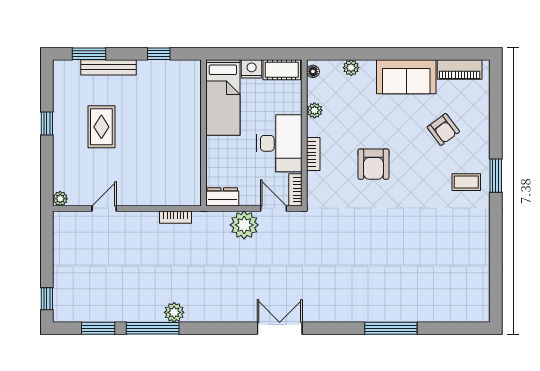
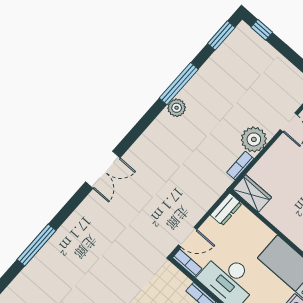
wardrobe: (190, 187) -> (252, 193), added
plant: (244, 225) -> (254, 139), moved
window: (98, 328) -> (221, 35), moved

